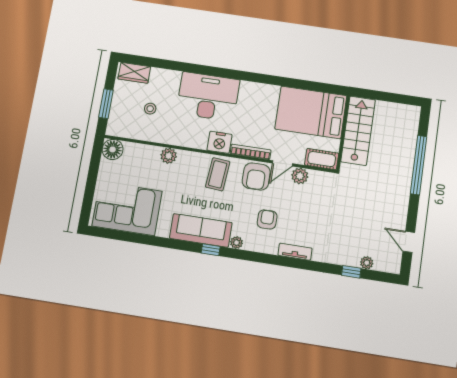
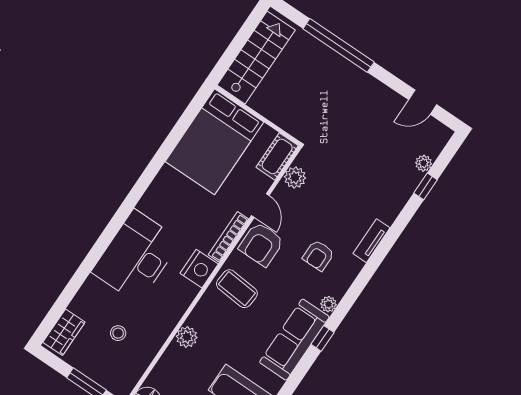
stairs: (358, 131) -> (256, 58), moved, turned 90
plant: (300, 176) -> (295, 177), moved
armchair: (256, 177) -> (261, 244), turned 90
armchair: (267, 219) -> (318, 255), turned -90

